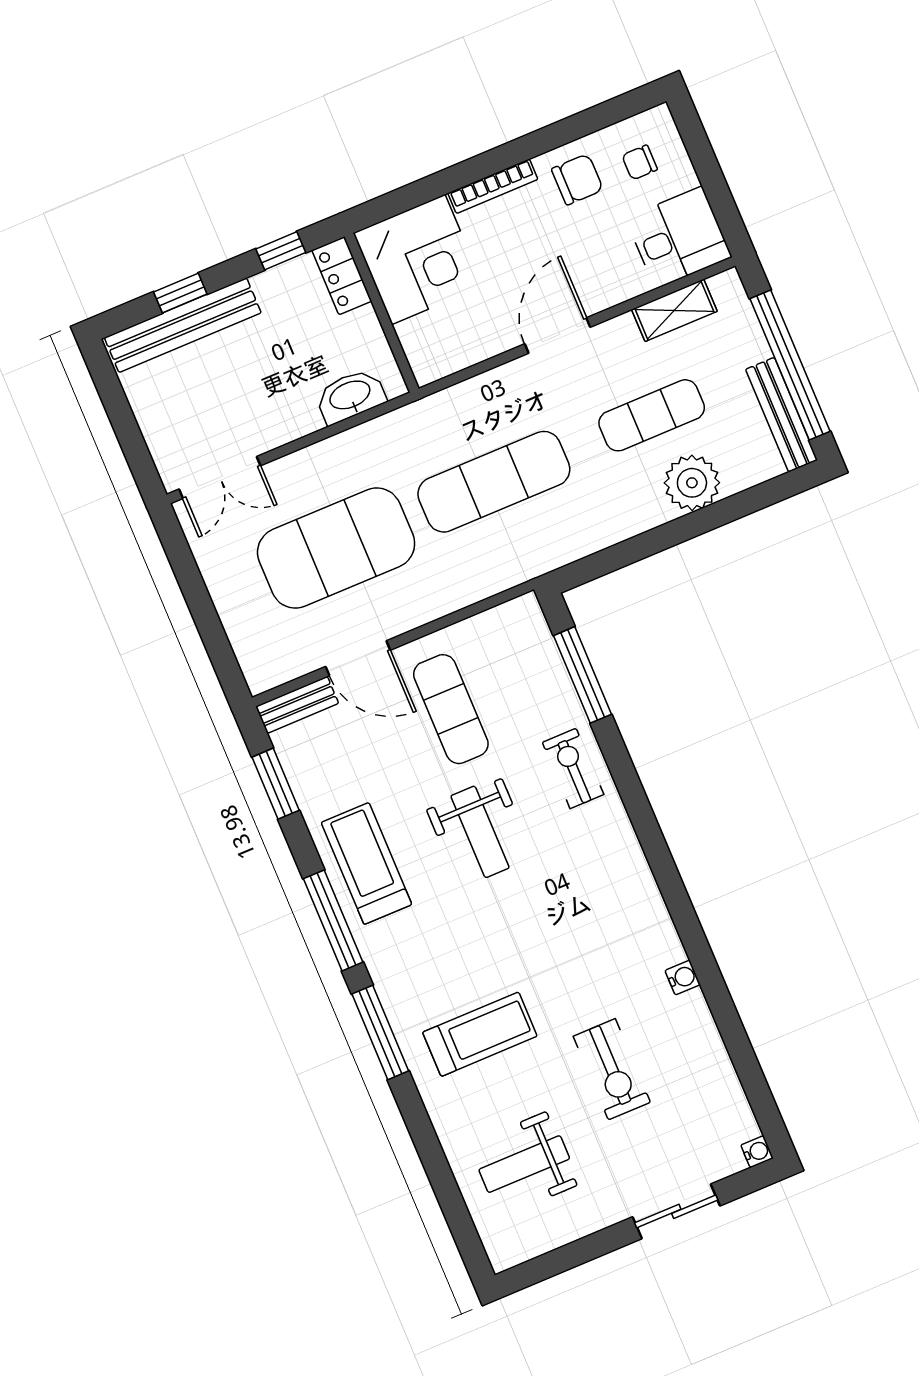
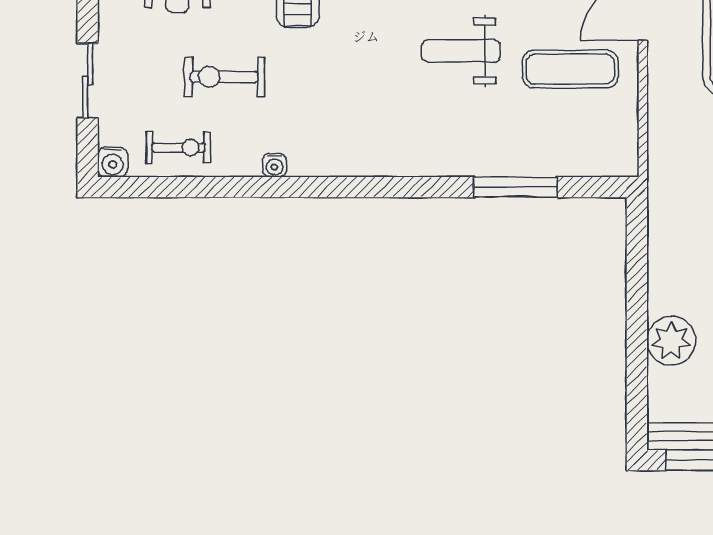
window: (582, 675) -> (515, 187), moved
exercise bike: (573, 768) -> (178, 148), moved
water cooler: (757, 1152) -> (113, 162), width x1.38, depth x1.38

